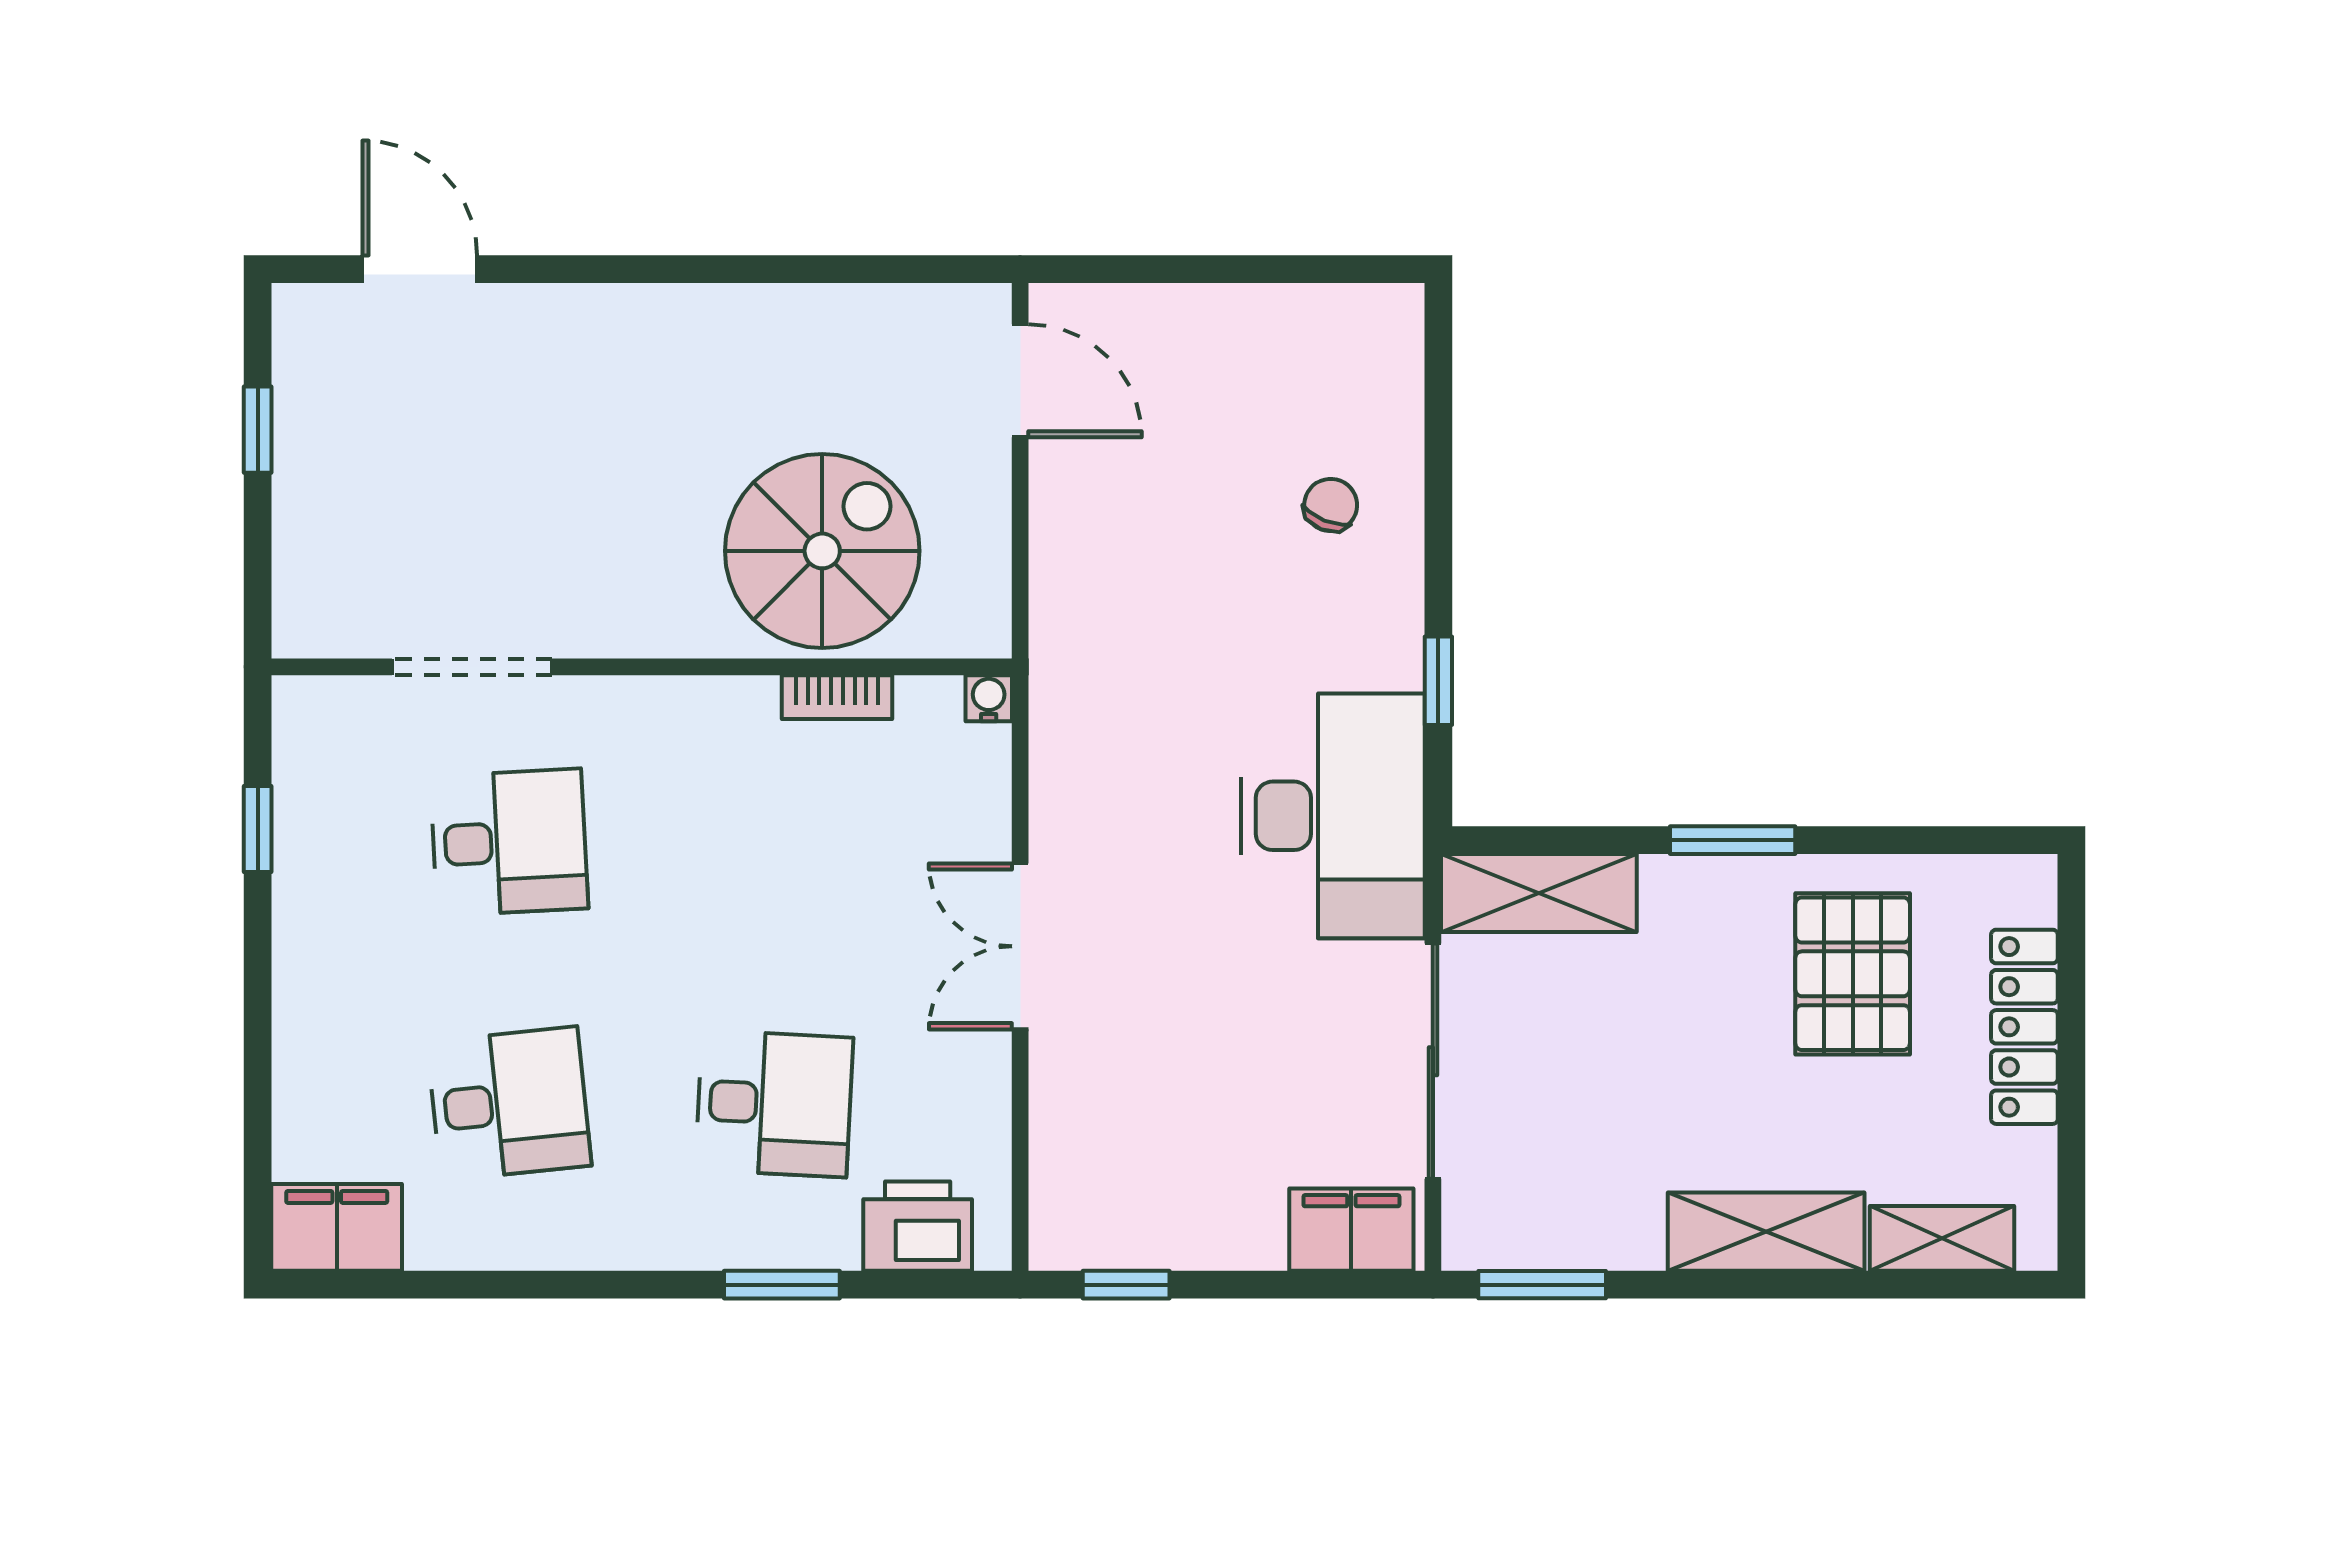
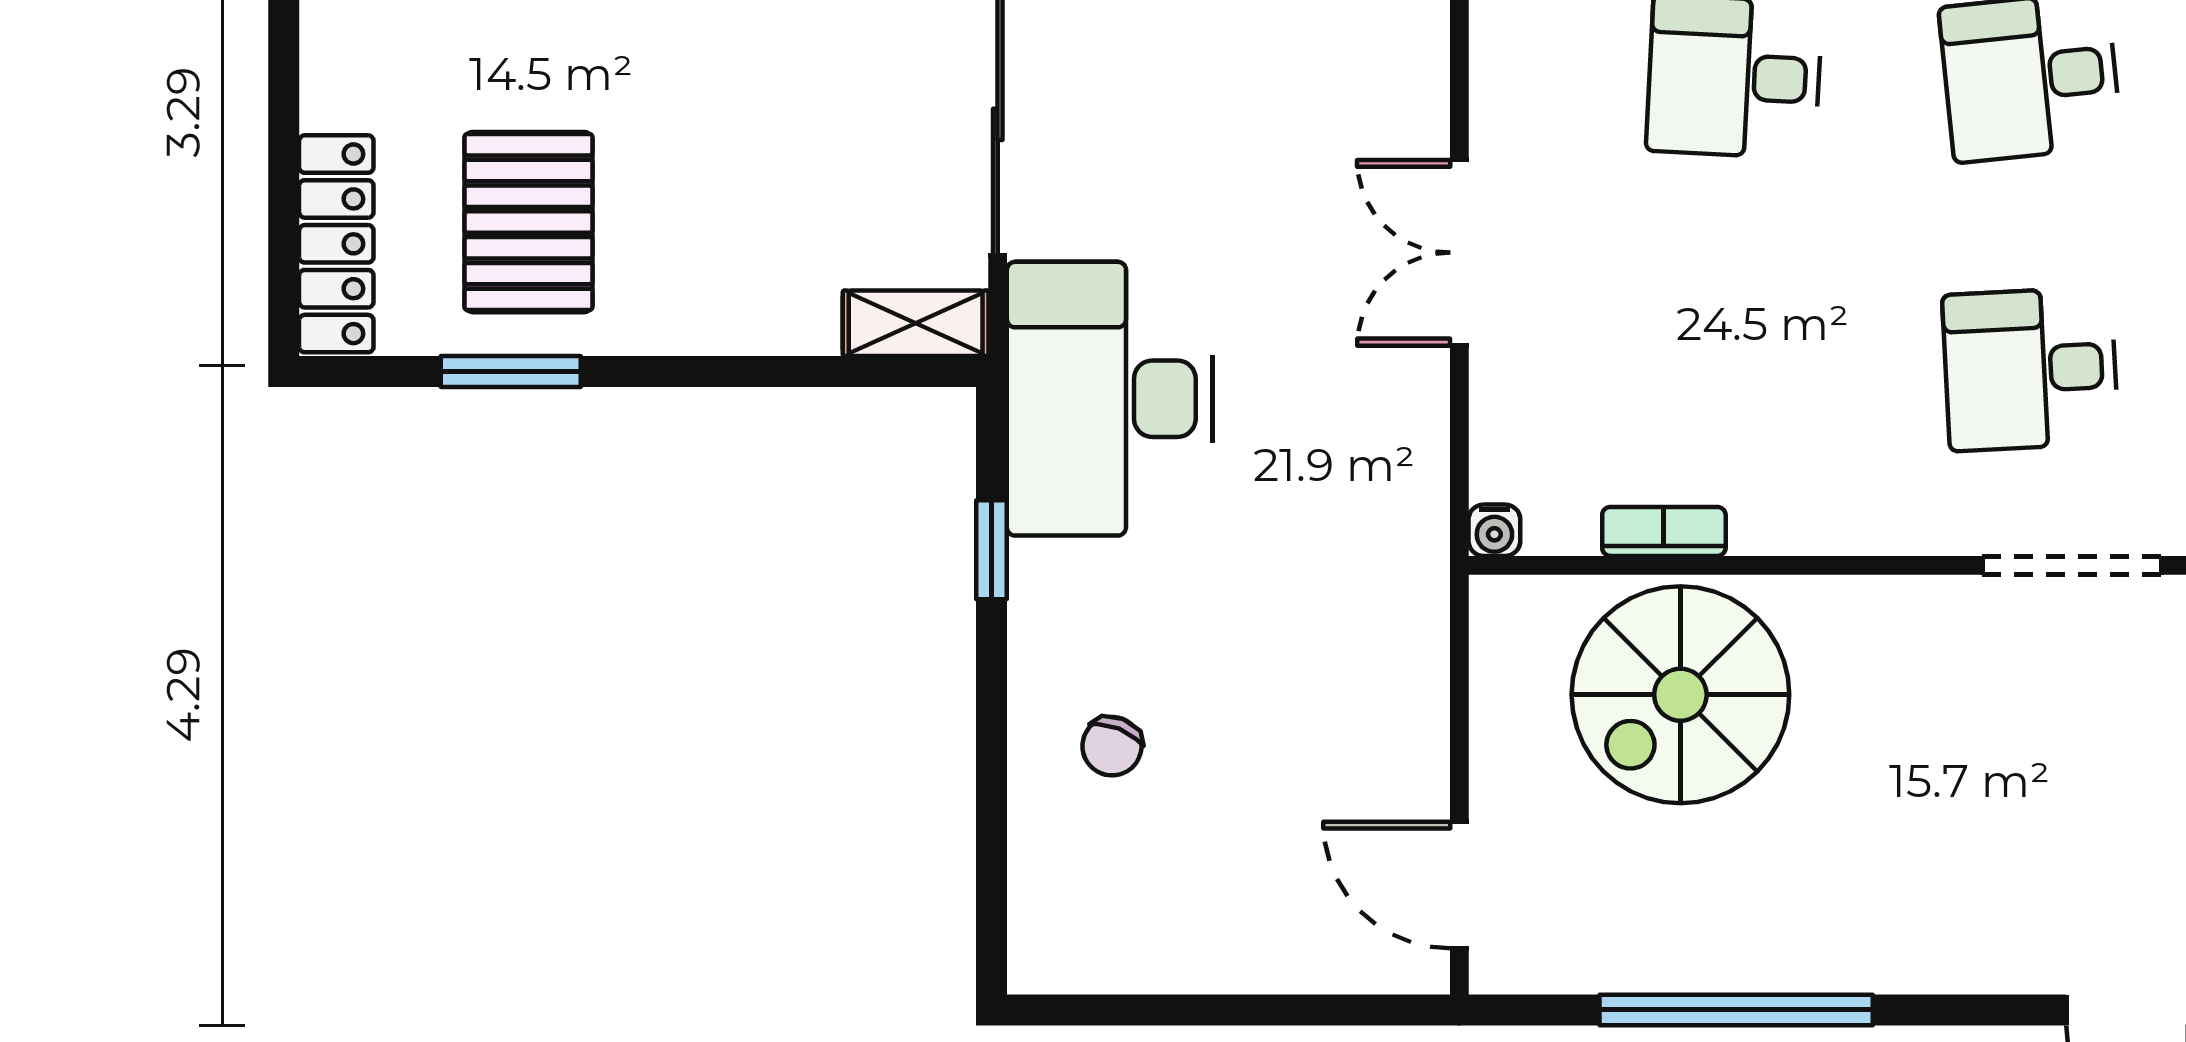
window: (772, 269) -> (1736, 1010), added
window: (1733, 840) -> (511, 371), moved
shelving: (1539, 893) -> (916, 323), width x0.67, depth x0.75
double door: (1020, 946) -> (1459, 253), swing flipped
locker: (2024, 1027) -> (336, 244), moved

